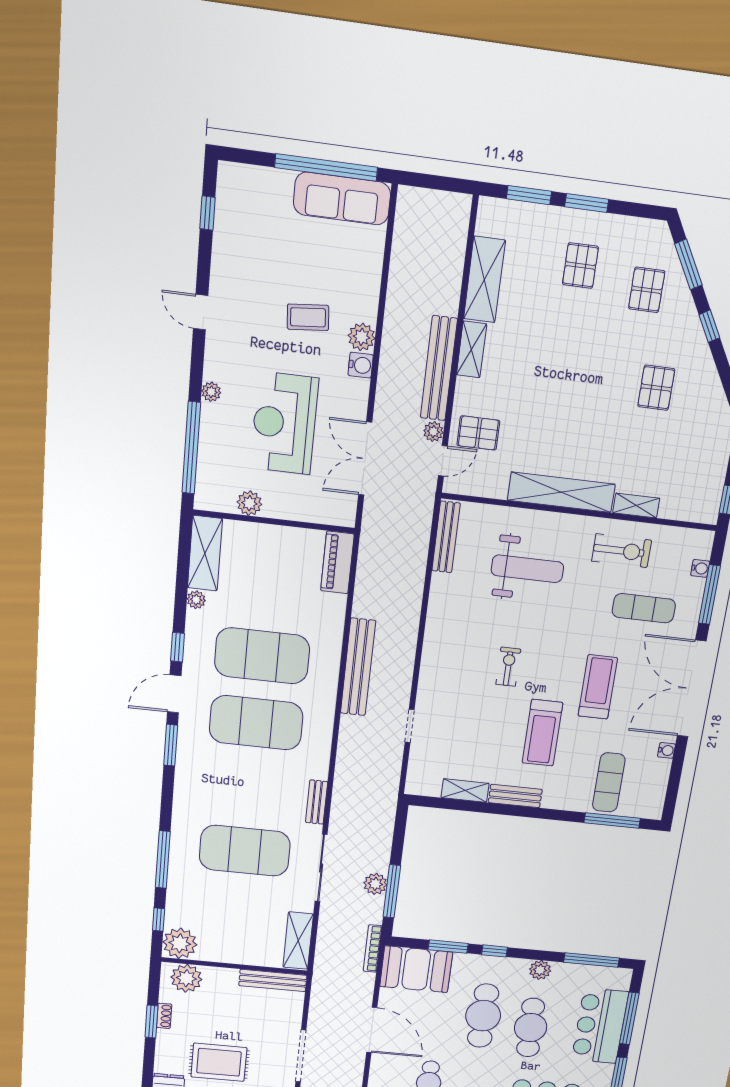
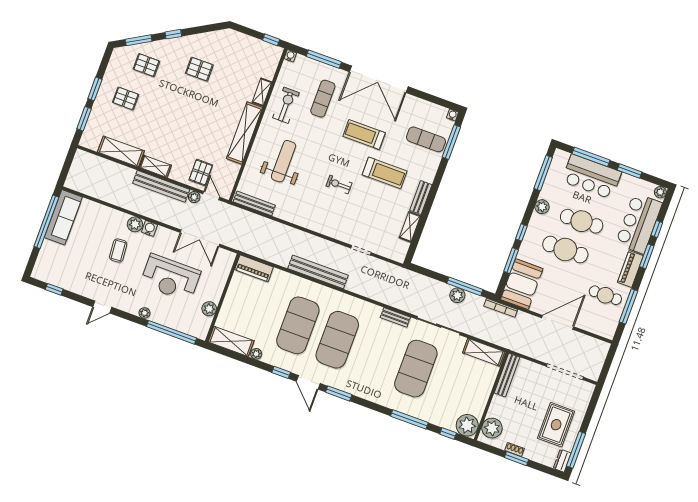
water cooler: (700, 568) -> (290, 56), moved
water cooler: (666, 750) -> (452, 115), moved

